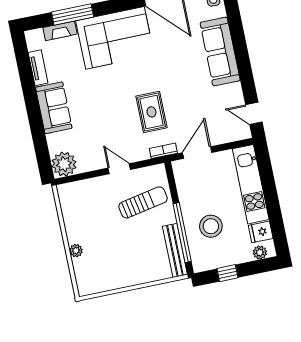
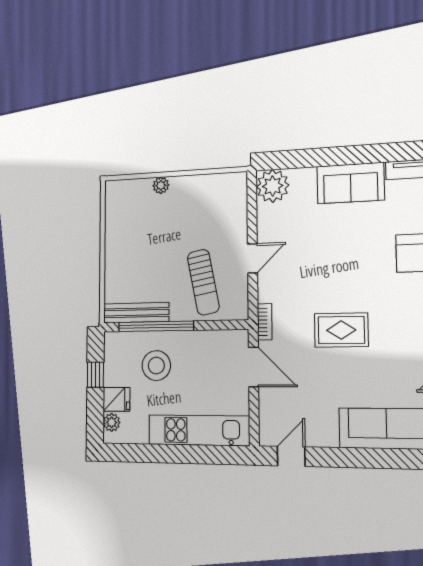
rug: (151, 112) -> (341, 330), moved
fridge: (261, 232) -> (116, 399), moved, turned 90

